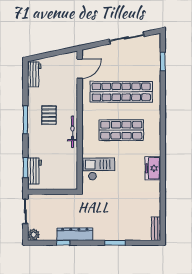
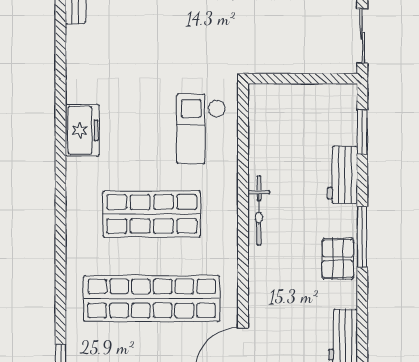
pallet: (49, 115) -> (338, 259), moved
checkout: (99, 169) -> (201, 129), turned 90
workbench: (34, 171) -> (342, 175), moved

